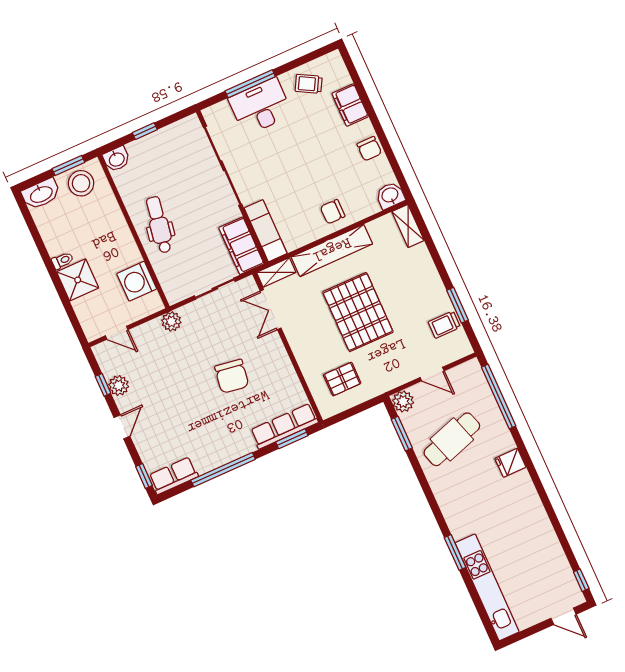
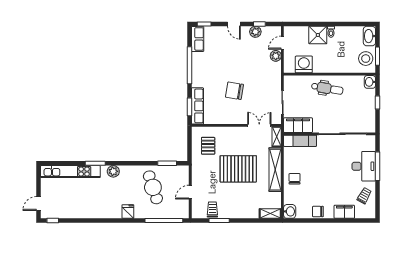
plant: (171, 321) -> (276, 56), moved
plant: (403, 401) -> (113, 171), moved

